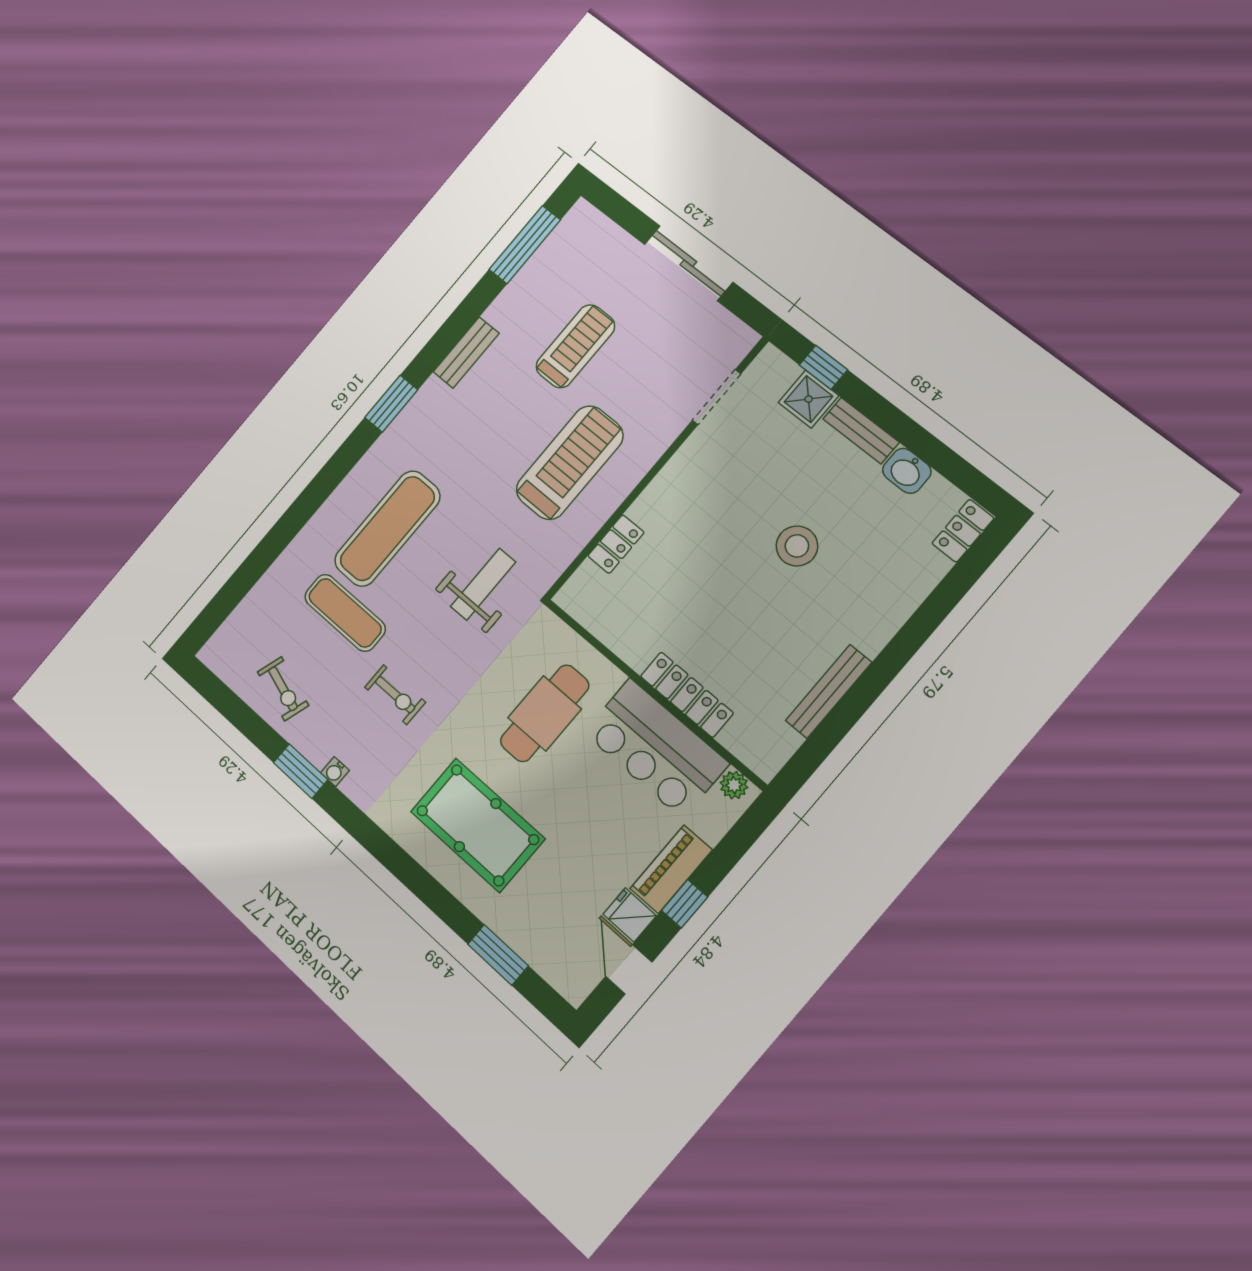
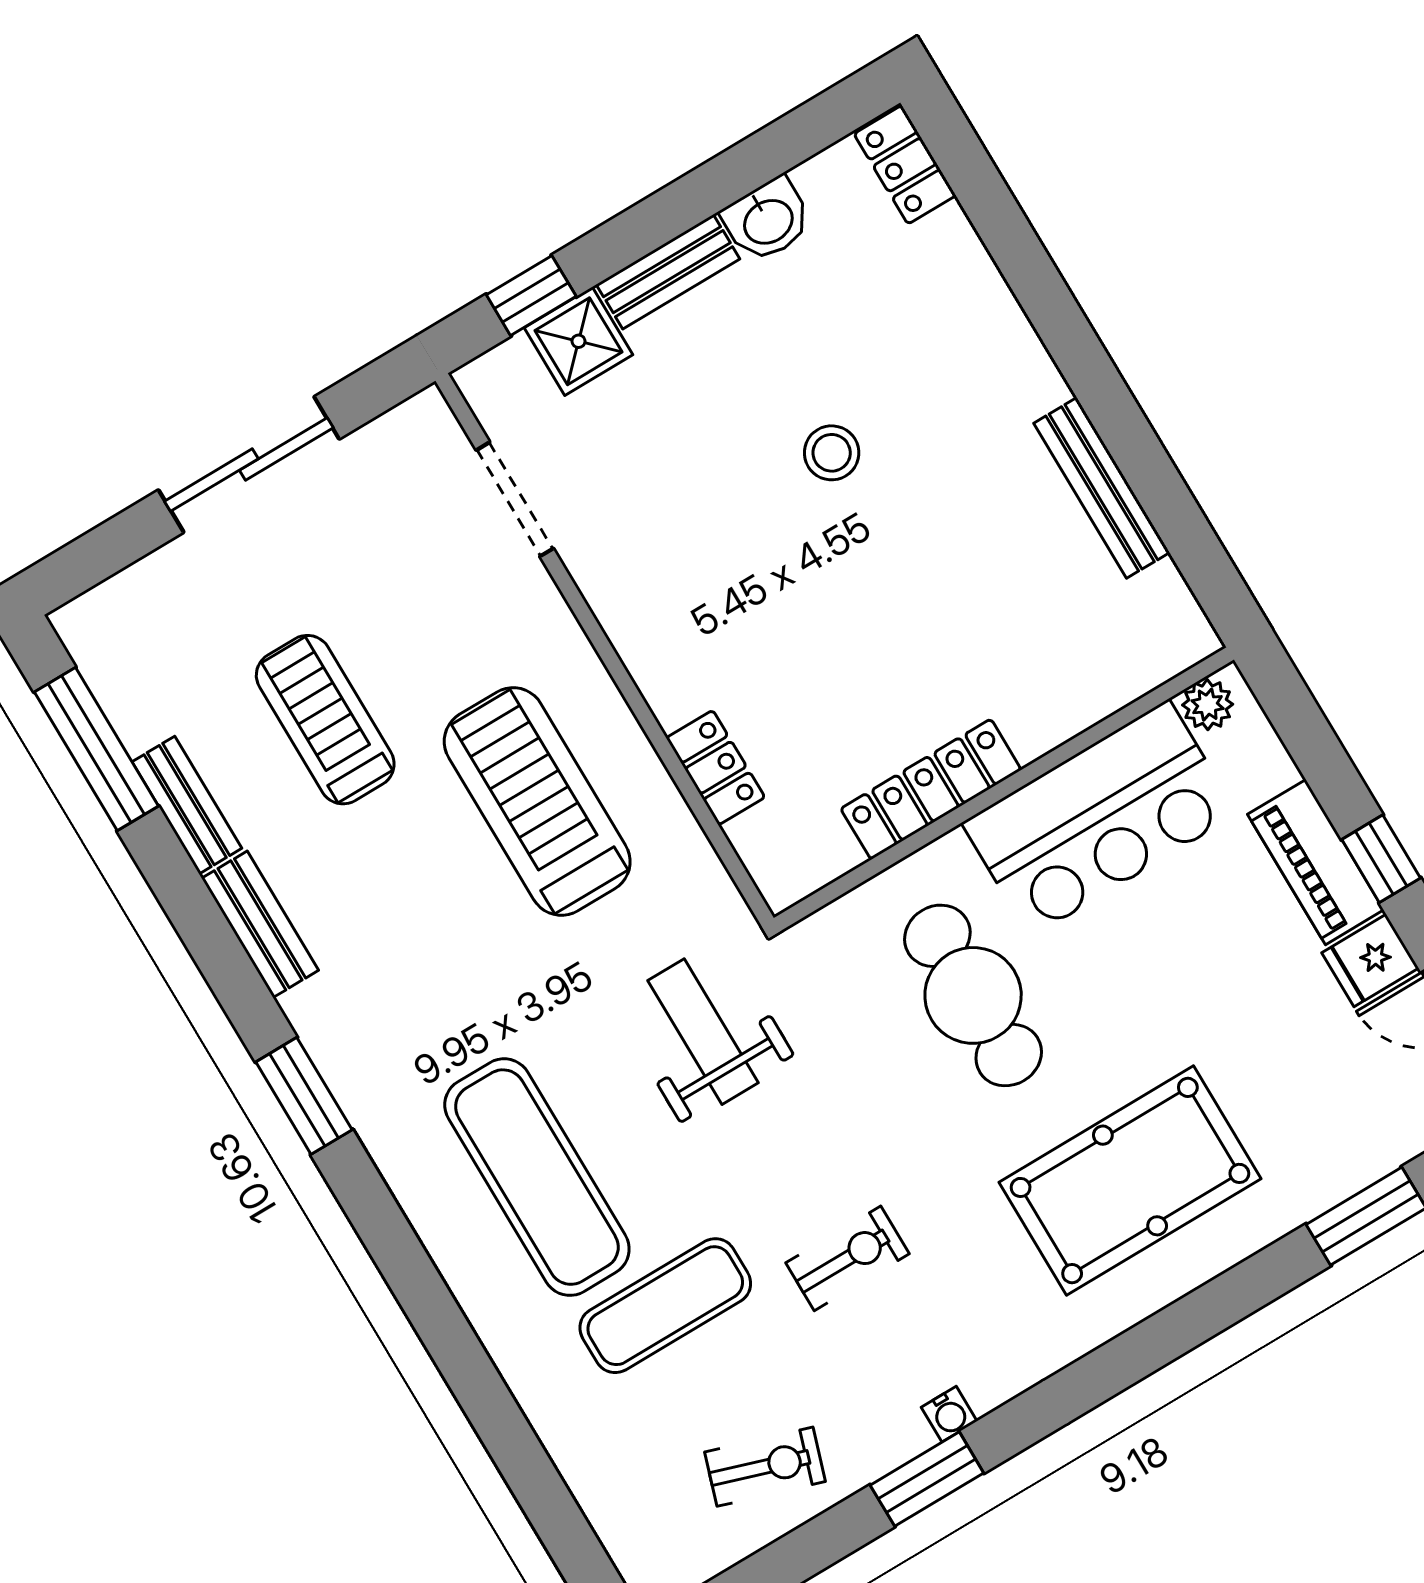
bench: (512, 297) -> (187, 805), added
stool: (797, 546) -> (832, 453), width x0.73, depth x0.73
locker: (687, 695) -> (931, 789), moved

